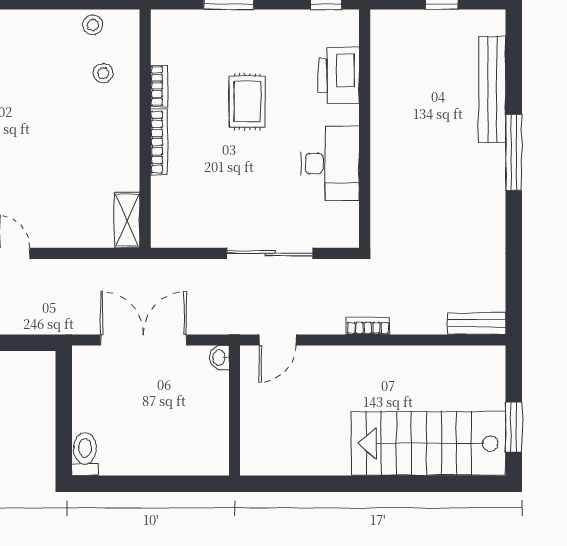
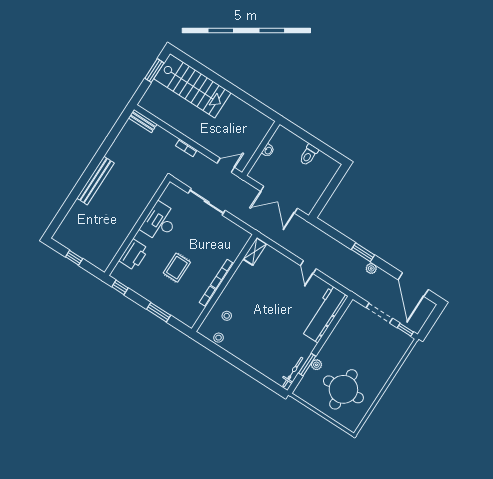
bench: (492, 89) -> (95, 181), moved
window: (514, 152) -> (84, 179), removed
washbasin: (219, 358) -> (268, 150), moved
toilet: (85, 454) -> (309, 155), moved

